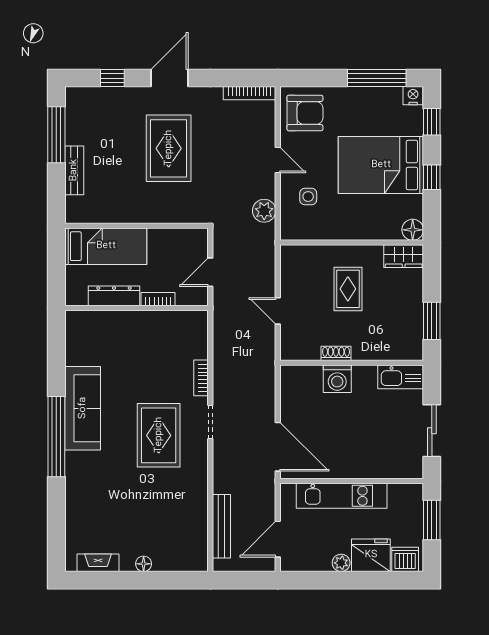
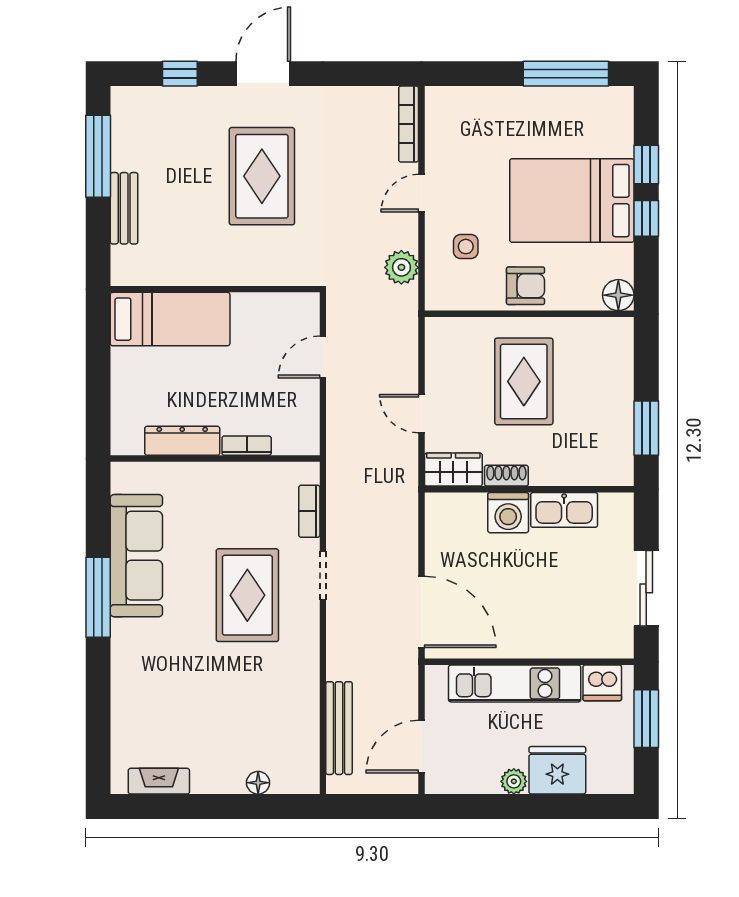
bookcase: (250, 93) -> (409, 124), moved, turned 90
nightstand: (413, 96) -> (619, 99), removed
armchair: (305, 113) -> (526, 286), moved, width x0.72, depth x0.72
window: (432, 122) -> (646, 165), moved
door: (278, 160) -> (421, 193), swing flipped
wardrobe: (404, 256) -> (453, 470), moved, turned 180
rug: (348, 289) -> (524, 381), width x1.36, depth x1.43
dresser: (114, 296) -> (182, 441), moved
bookcase: (158, 299) -> (247, 446), moved
wall: (137, 308) -> (215, 459), moved
kitchen sink: (401, 377) -> (564, 510), moved
window: (56, 437) -> (98, 597), width x0.68
dishwasher: (405, 559) -> (602, 683), moved, turned 180
floor lamp: (144, 564) -> (258, 783), moved

